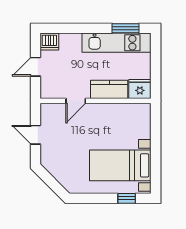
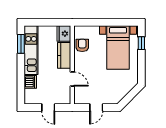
dishwasher: (49, 42) -> (30, 82), moved
armchair: (123, 115) -> (82, 45), added

